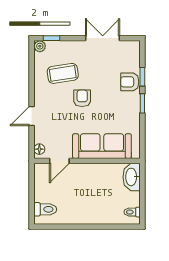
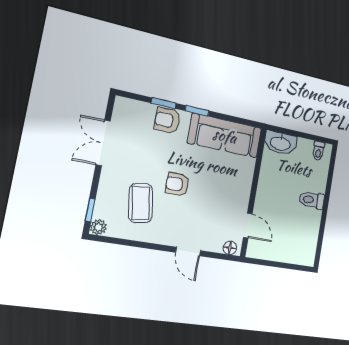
armchair: (130, 82) -> (167, 120), turned 90
sofa: (102, 146) -> (225, 136), moved, turned -90
toilet: (45, 209) -> (312, 200), moved, turned -90

